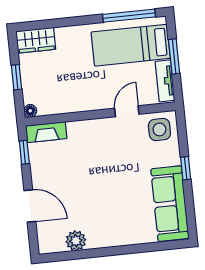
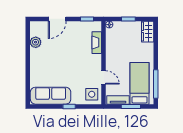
fireplace: (46, 132) -> (97, 43), moved

